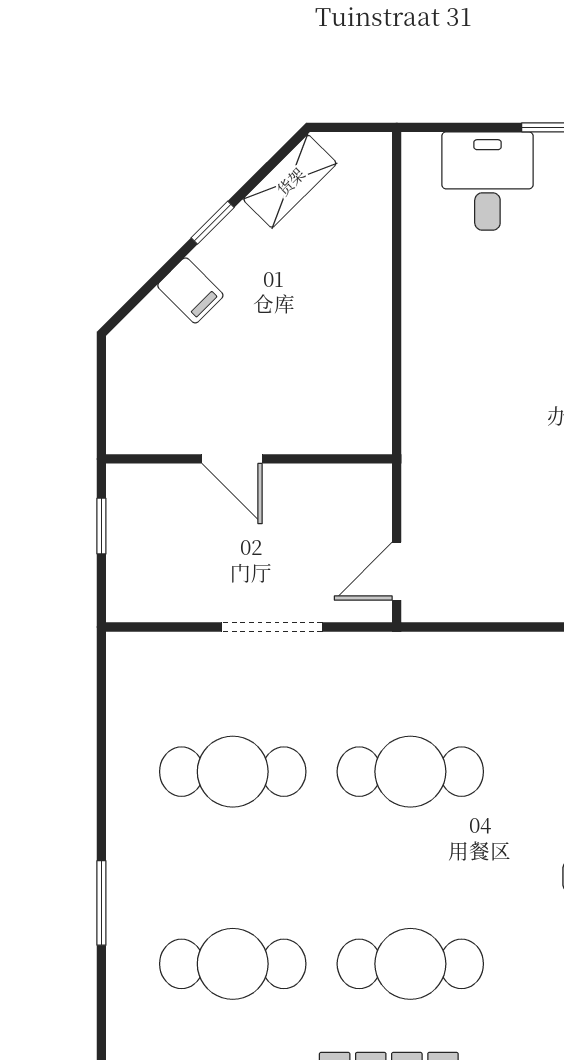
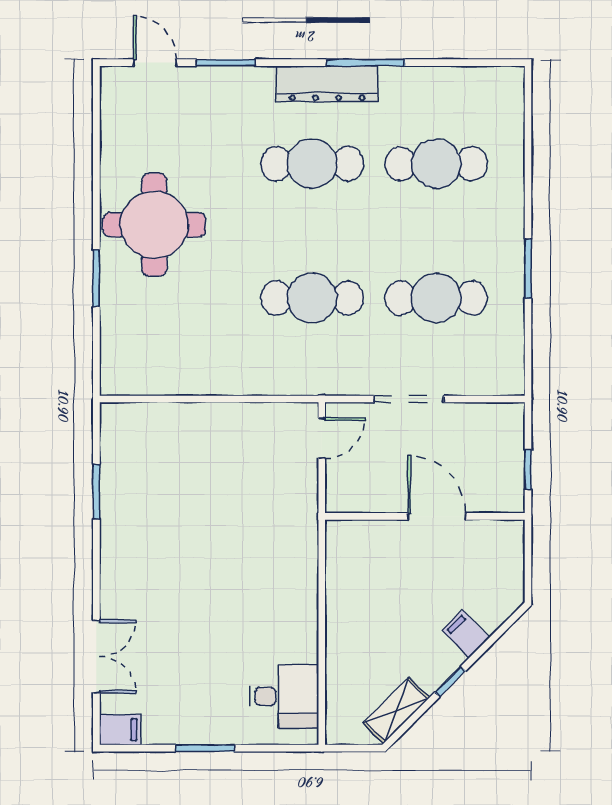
desk: (487, 181) -> (284, 696), moved, turned -90
door: (232, 459) -> (437, 516), width x1.38
window: (101, 903) -> (528, 269), moved

